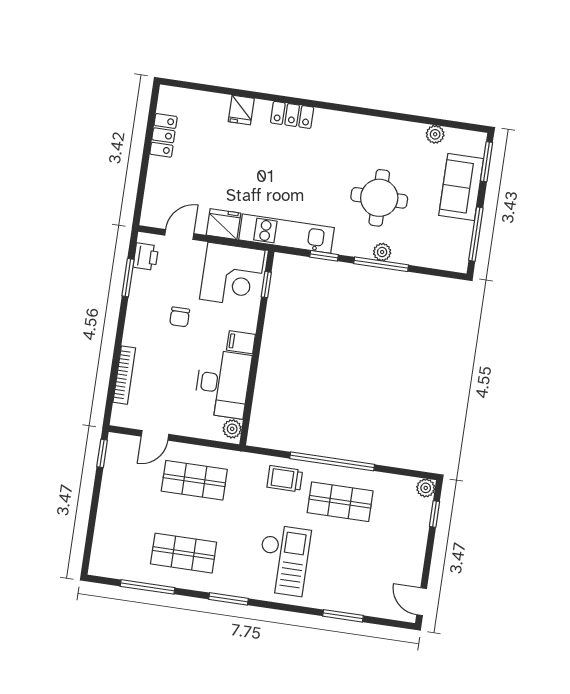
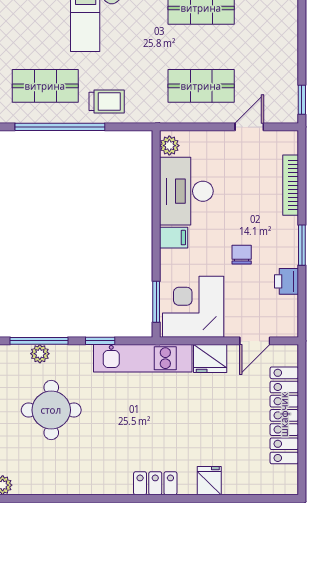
locker: (163, 135) -> (284, 415), width x2.16, depth x1.21
printer: (146, 257) -> (286, 281), moved
window: (128, 278) -> (302, 245), moved
window: (266, 285) -> (156, 302), width x1.50

